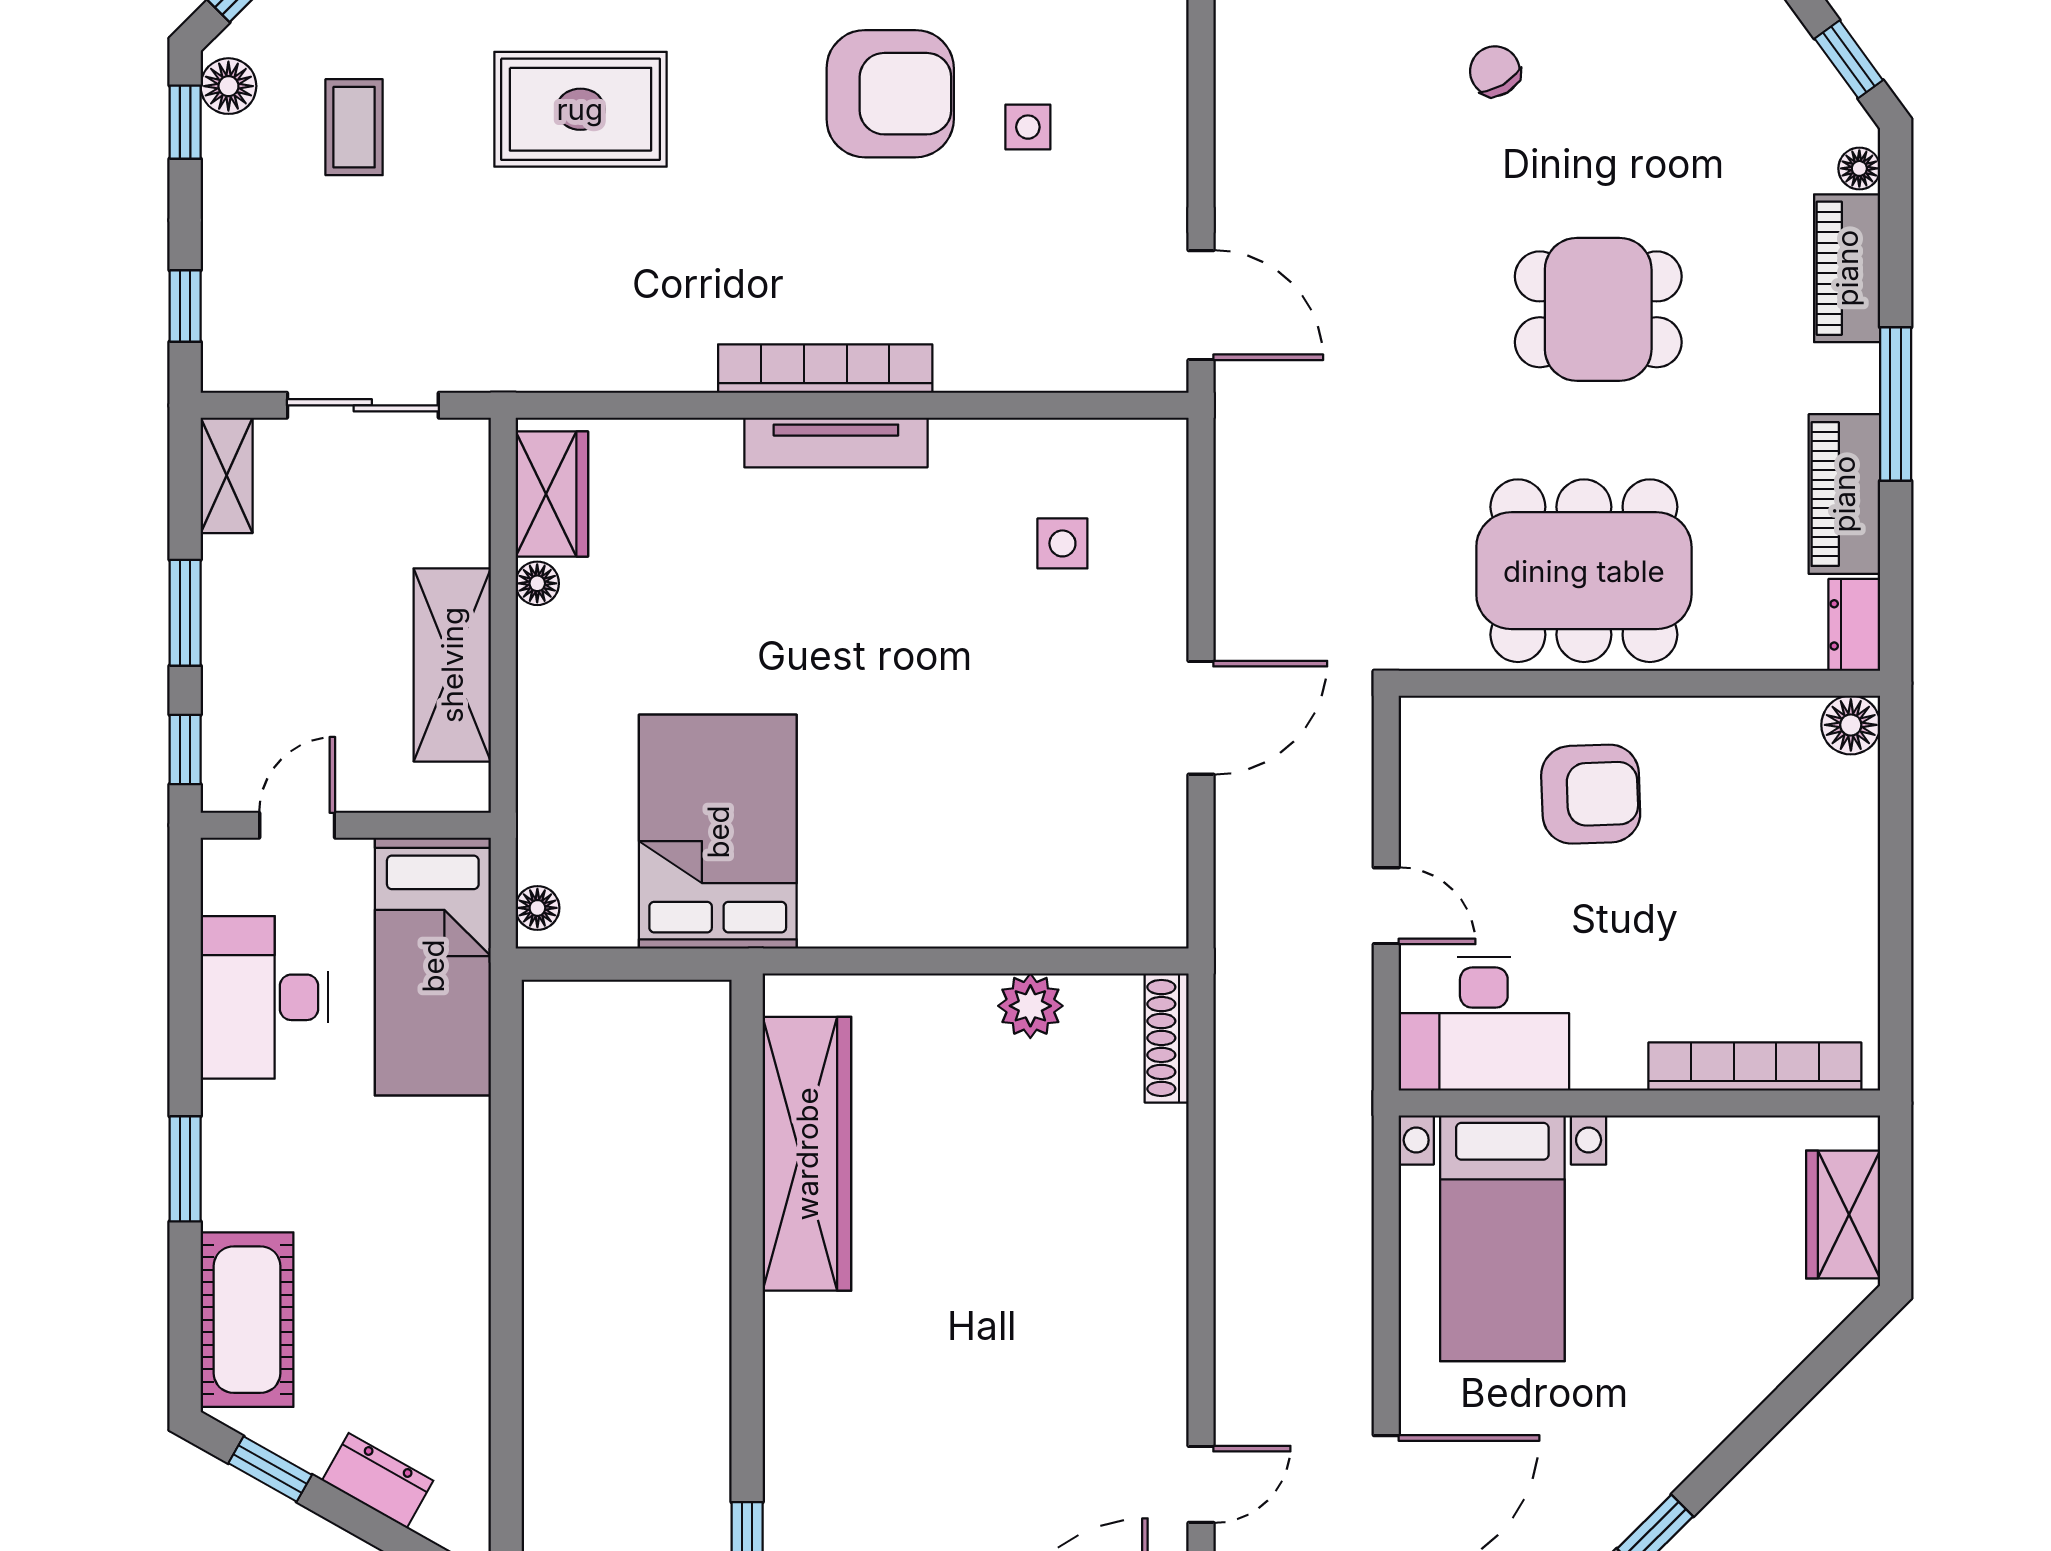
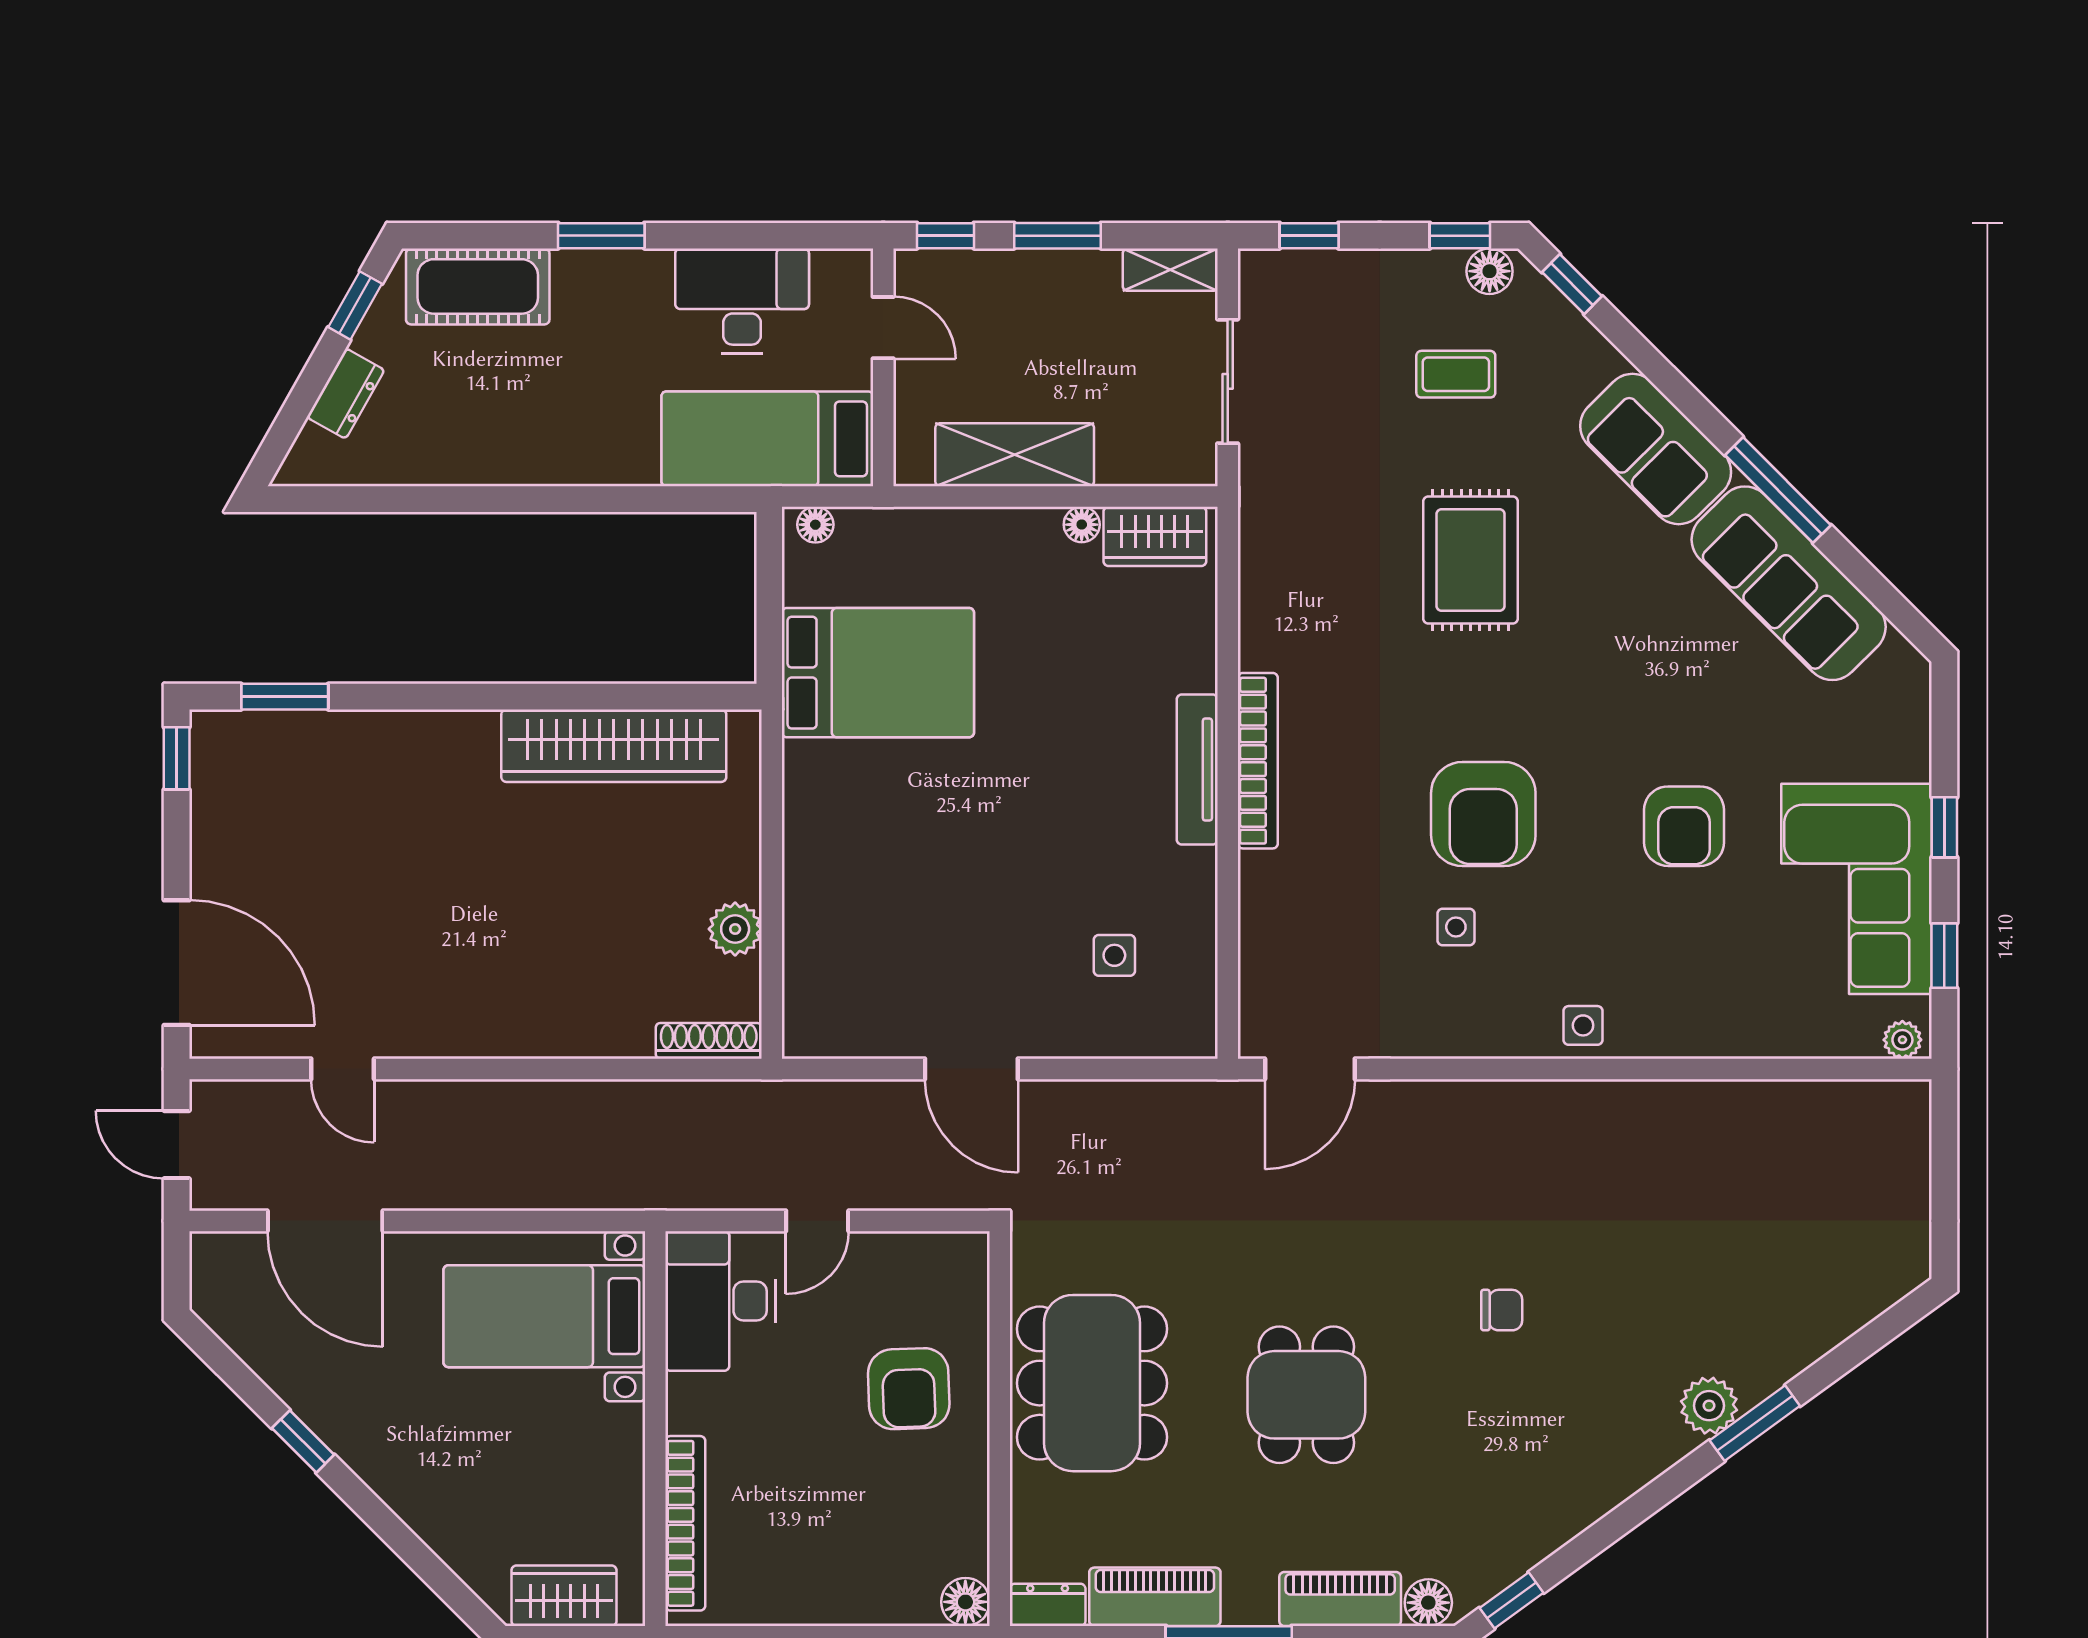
chair: (1495, 71) -> (1502, 1310), turned 31
floor lamp: (1859, 168) -> (1428, 1603), width x1.37, depth x1.37

